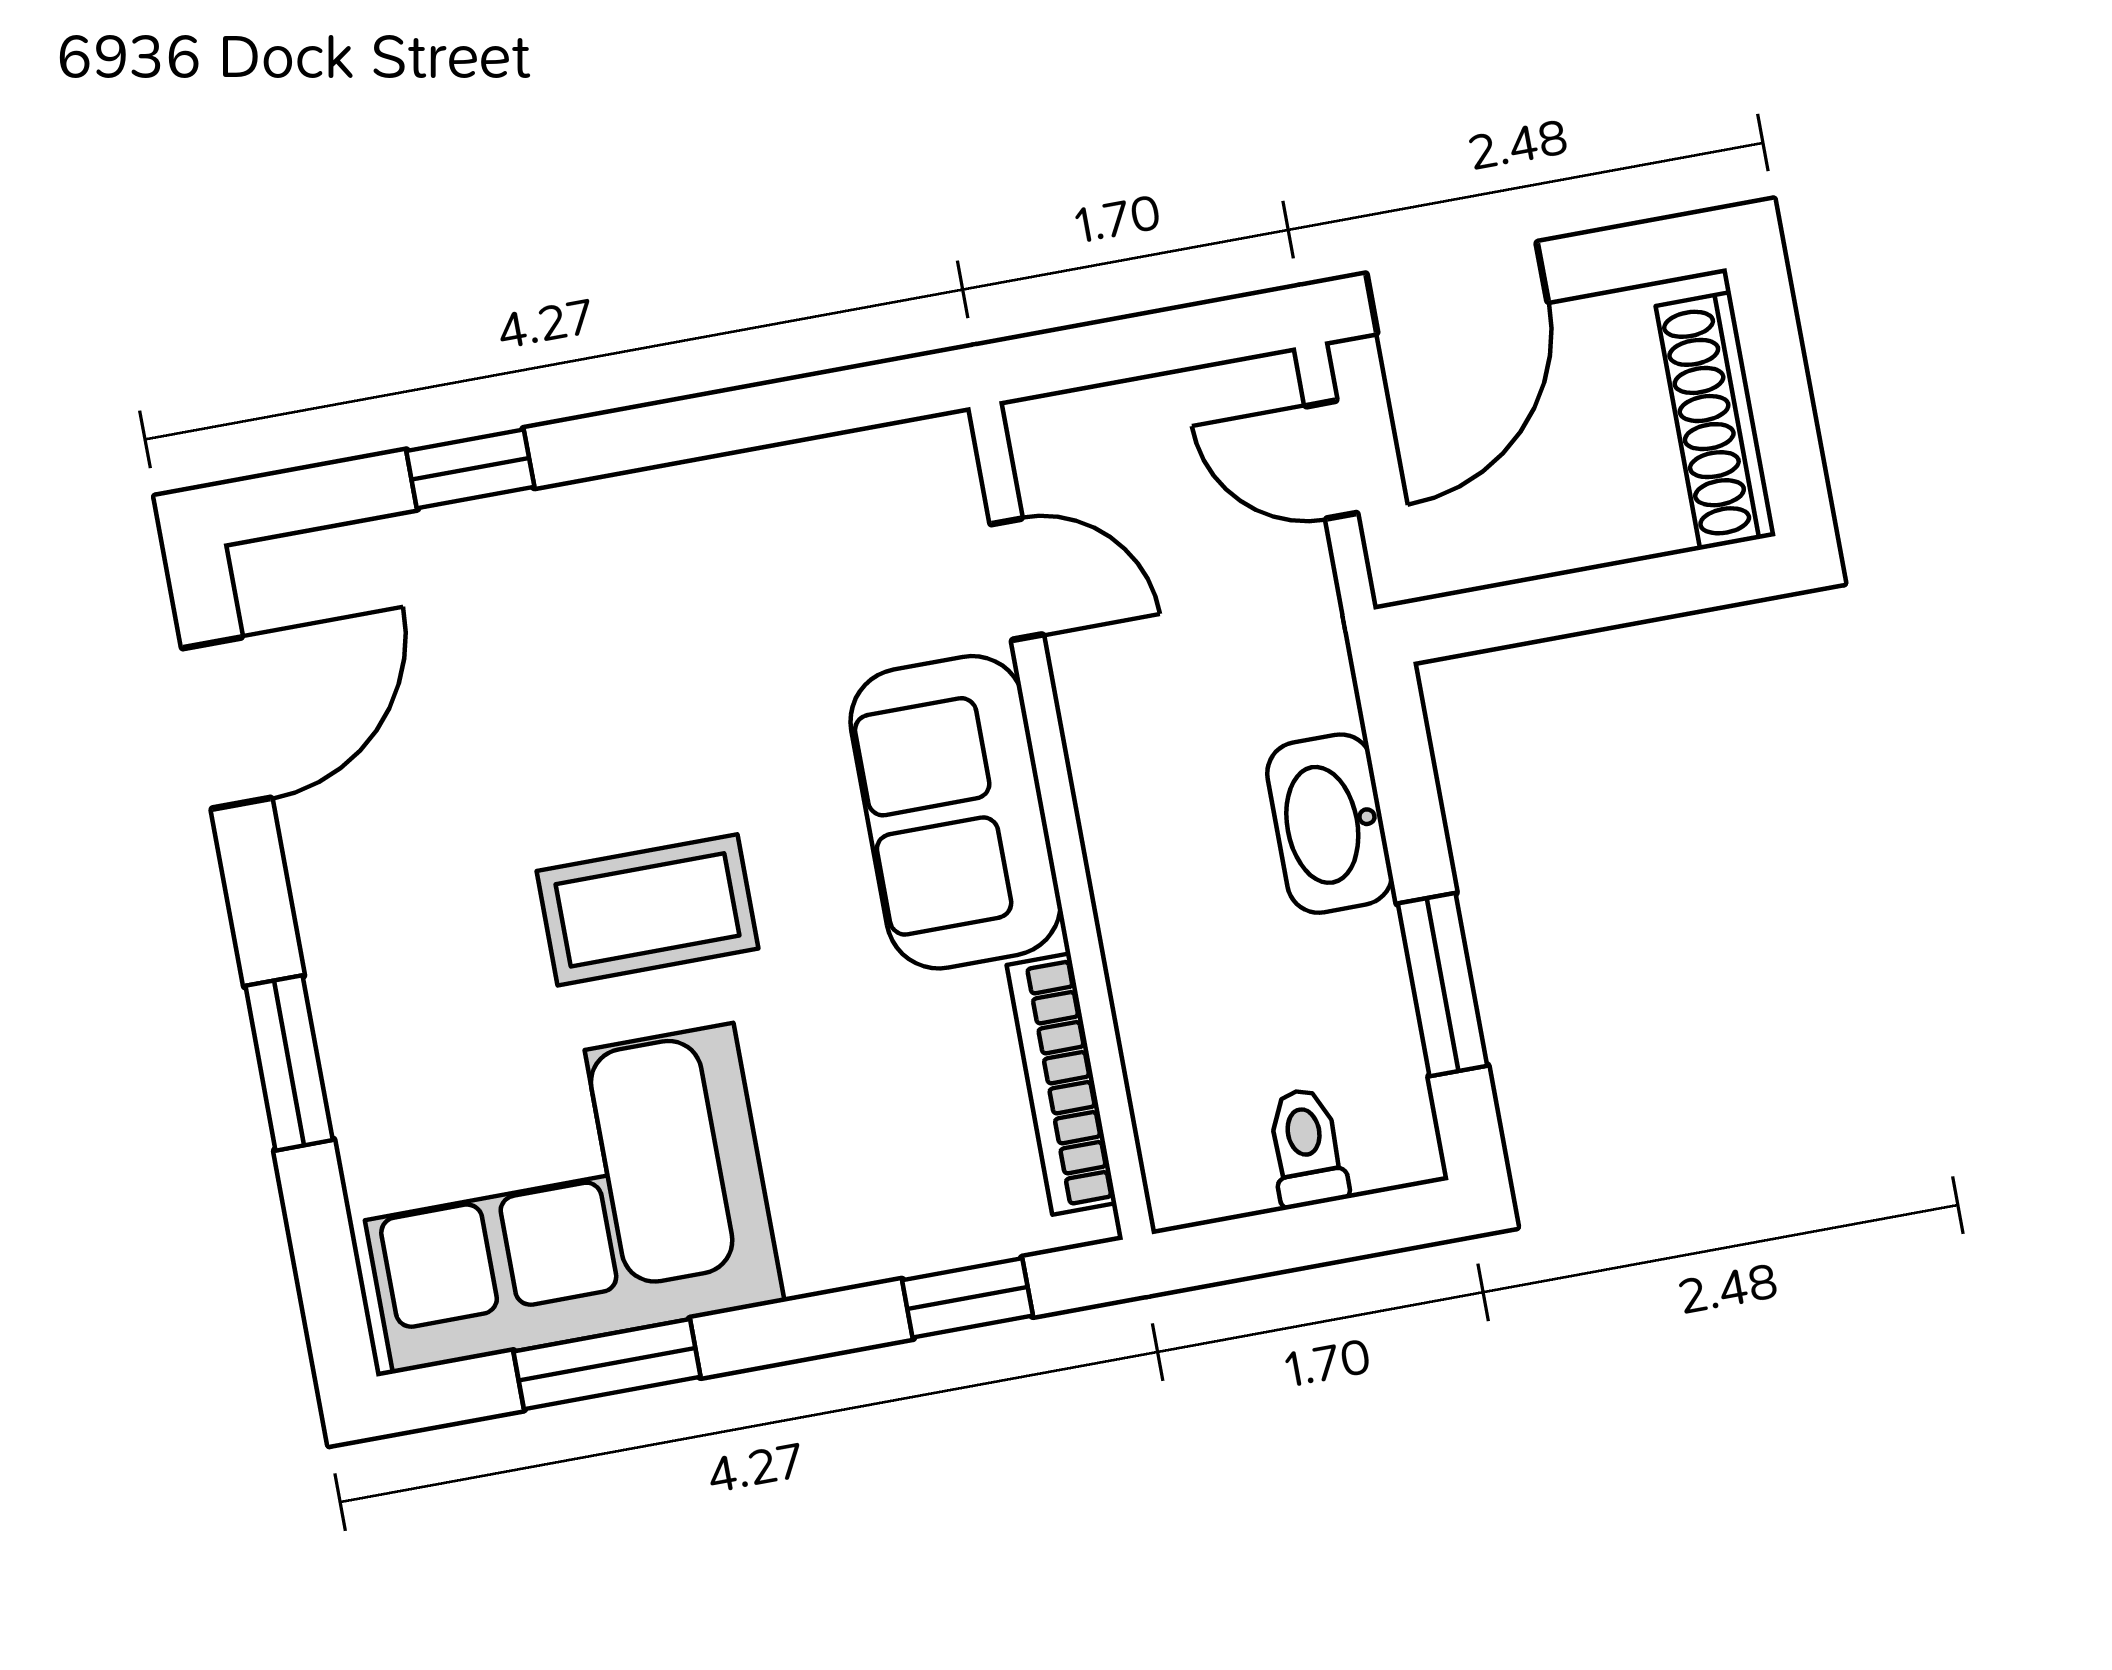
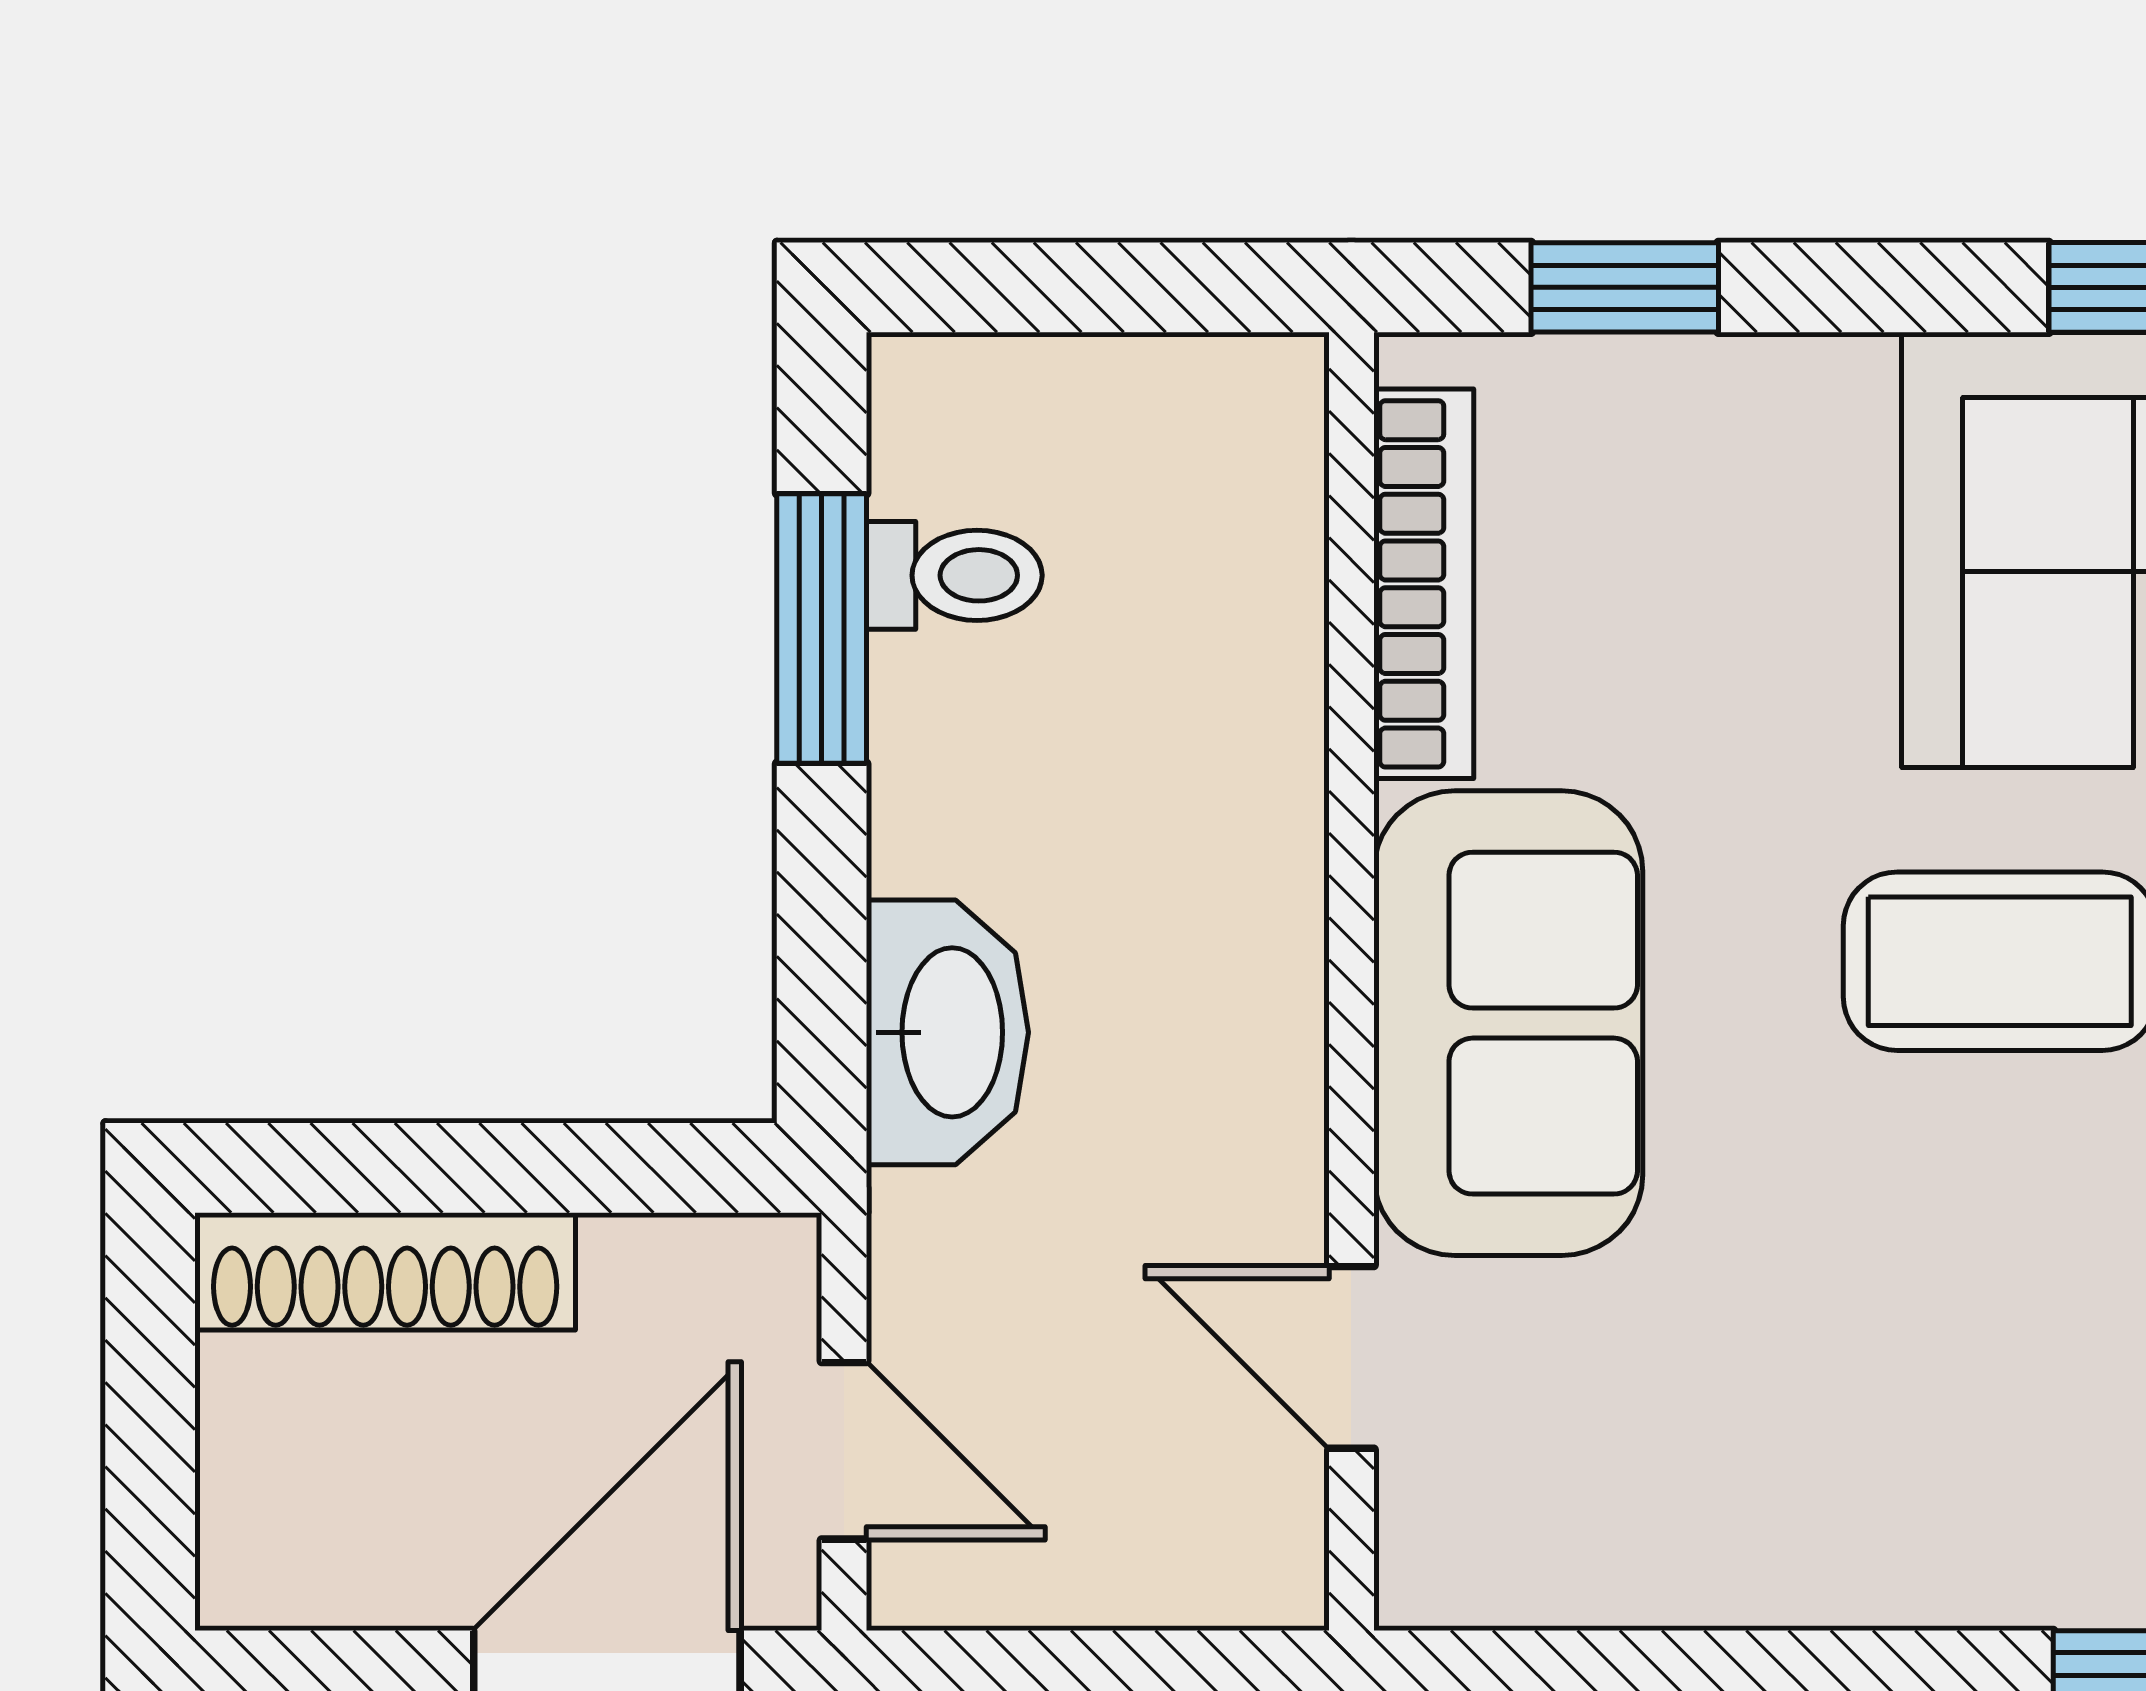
shoe rack: (1716, 421) -> (385, 1271), moved, turned 90
washbasin: (1330, 824) -> (947, 1032), moved
toilet: (1306, 1148) -> (954, 575), moved, turned -90

